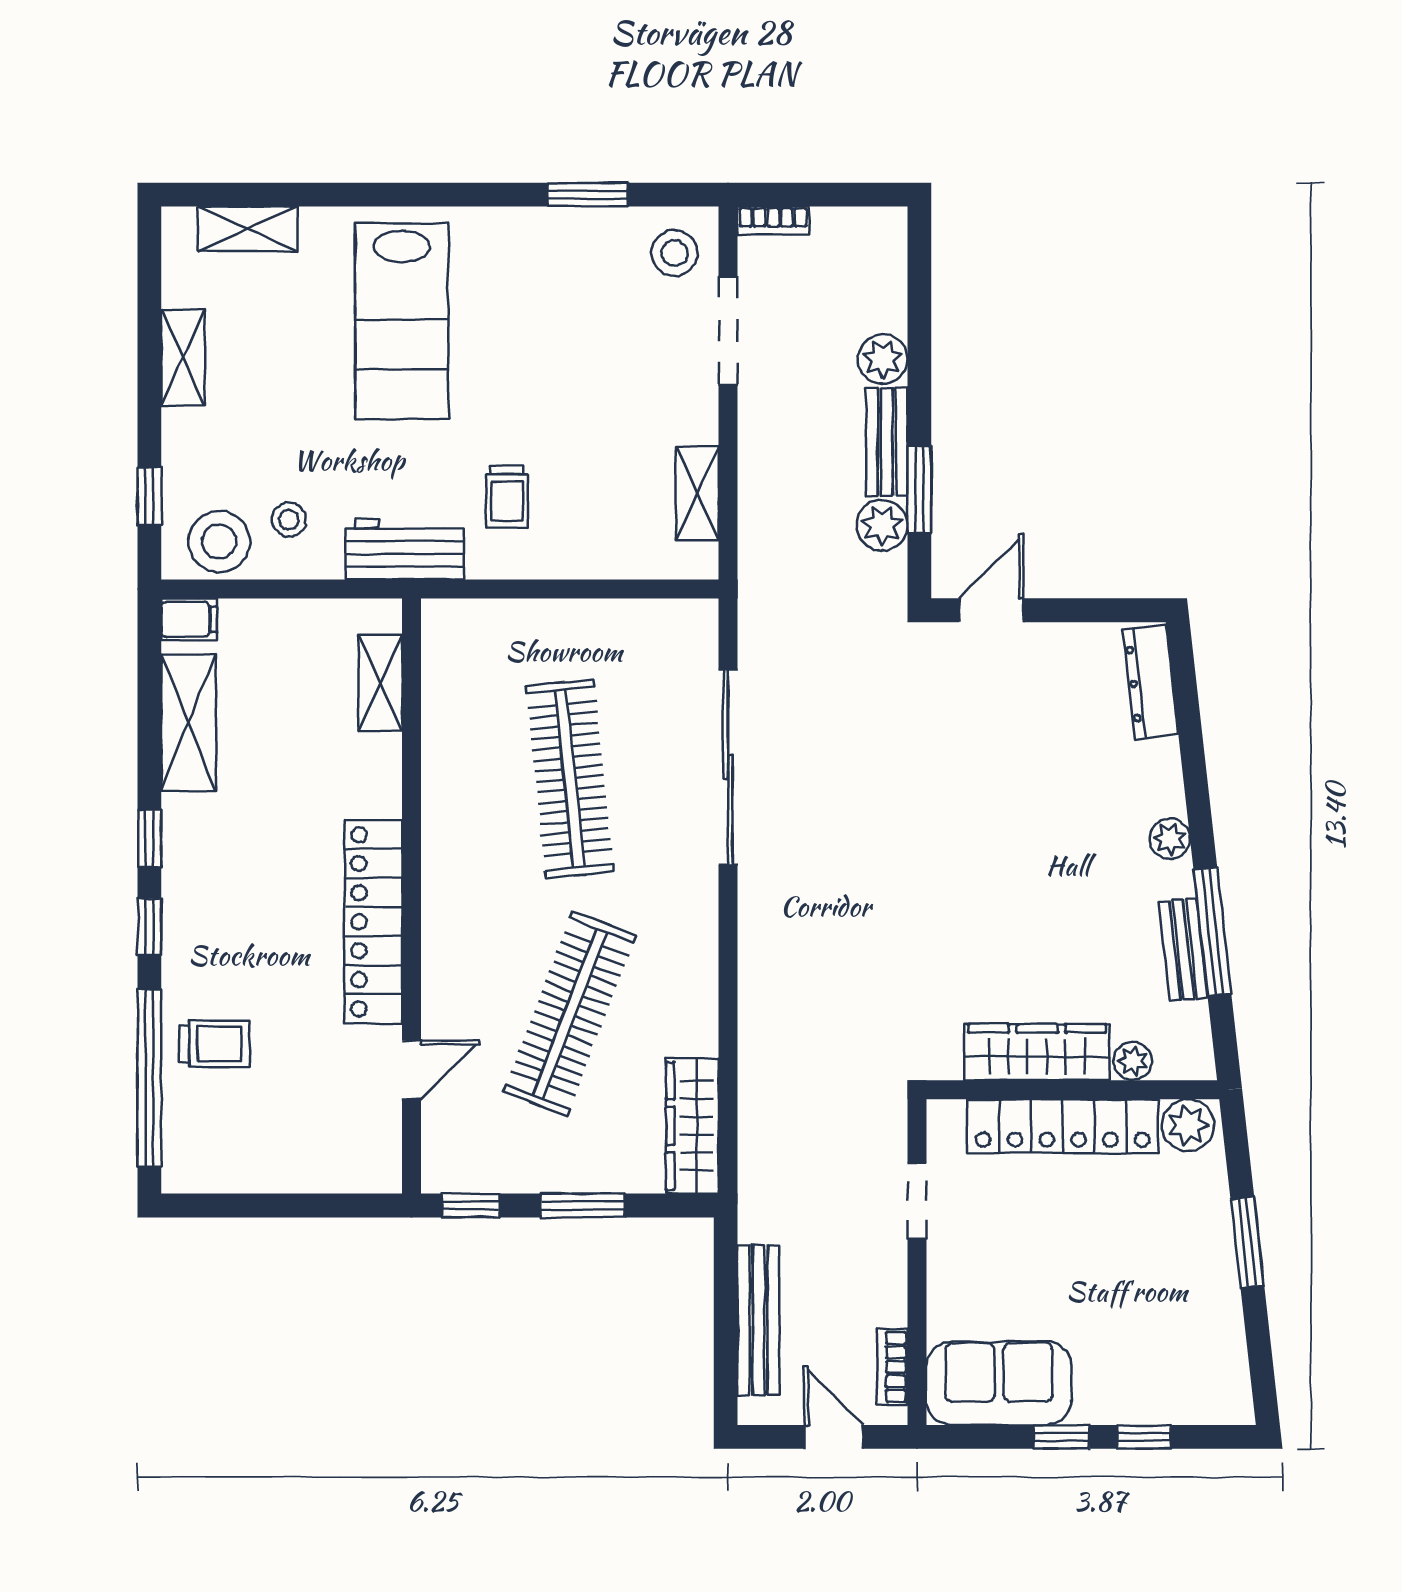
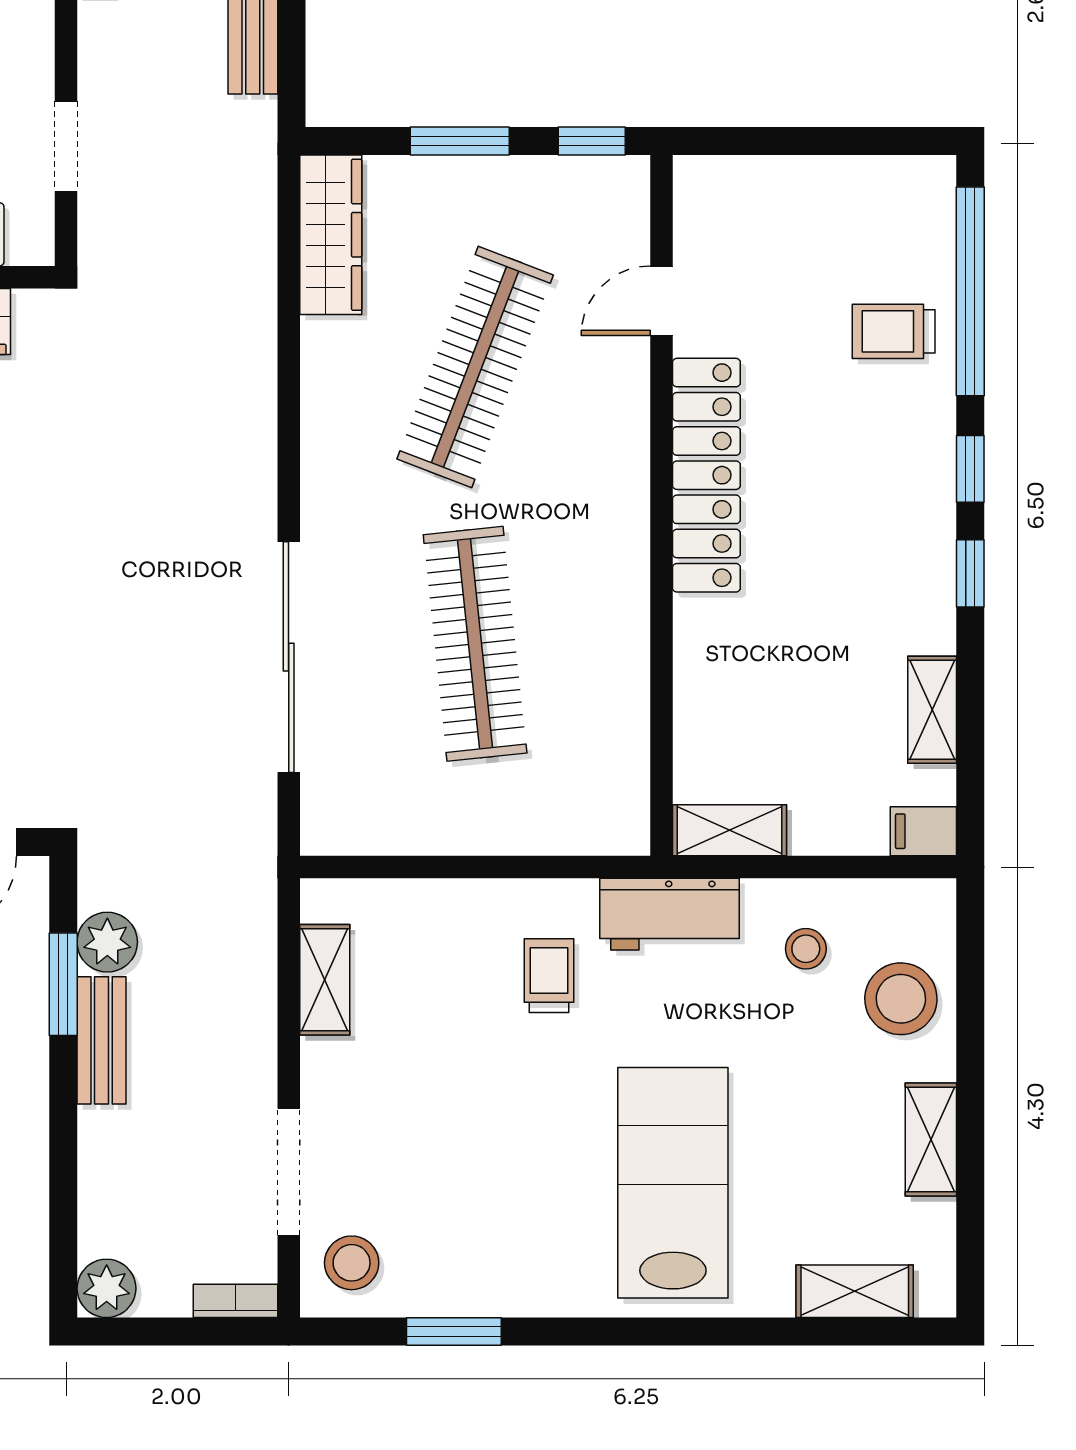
plant: (883, 359) -> (107, 1288), moved
window: (149, 496) -> (970, 976), removed
stool: (219, 542) -> (901, 999), moved
shelving: (380, 683) -> (729, 830), moved, turned 90
shelving: (189, 723) -> (932, 710), width x0.67, depth x0.75

